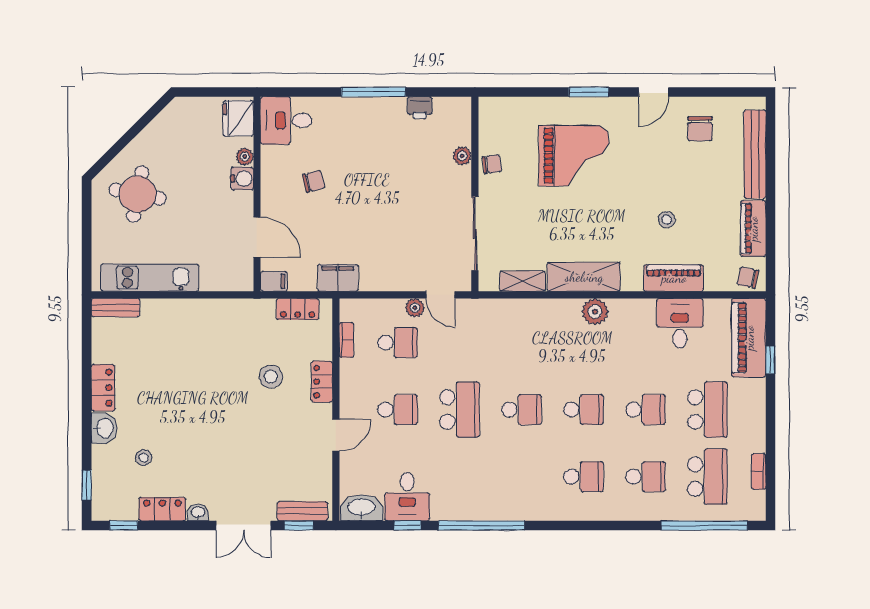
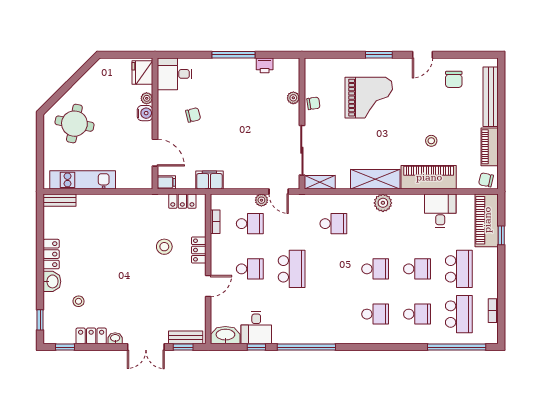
piano: (674, 278) -> (429, 177), width x1.37, depth x1.33
shelving: (523, 281) -> (320, 182), moved
school desk: (522, 410) -> (333, 224), moved

